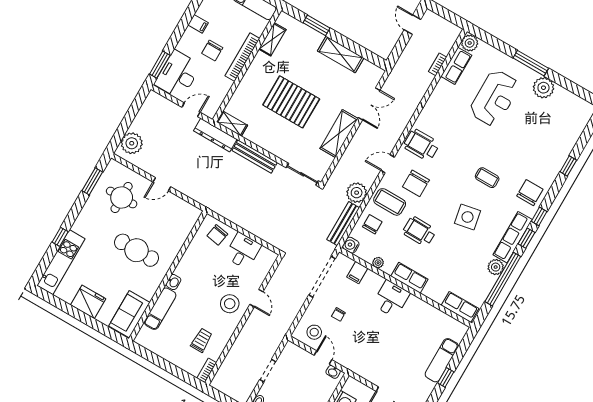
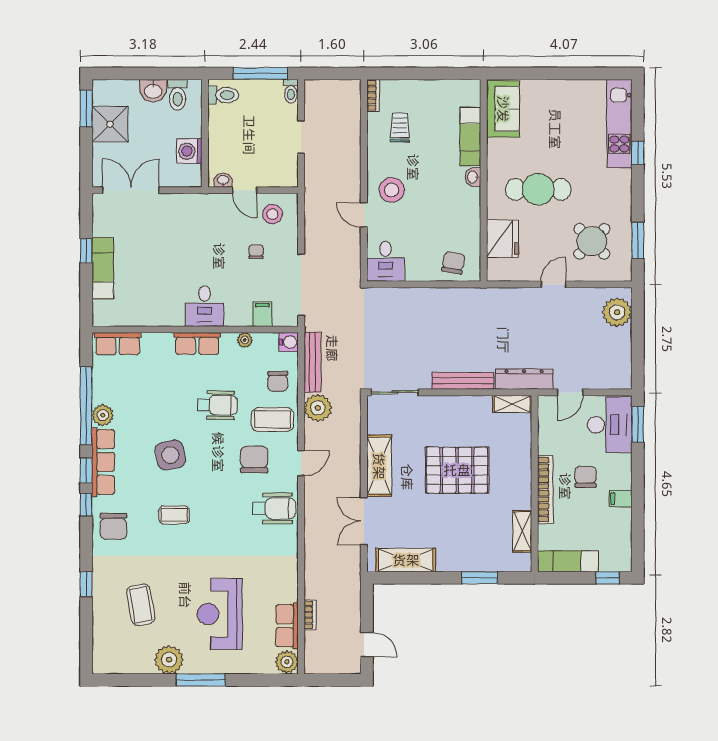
shelving: (341, 54) -> (406, 560), moved
coffee table: (541, 133) -> (141, 605), added
round table: (122, 198) -> (592, 241), turned 45
desk: (243, 251) -> (386, 261), moved
fridge: (88, 302) -> (502, 239), moved, turned -90
trolley: (201, 340) -> (400, 127), turned 180

